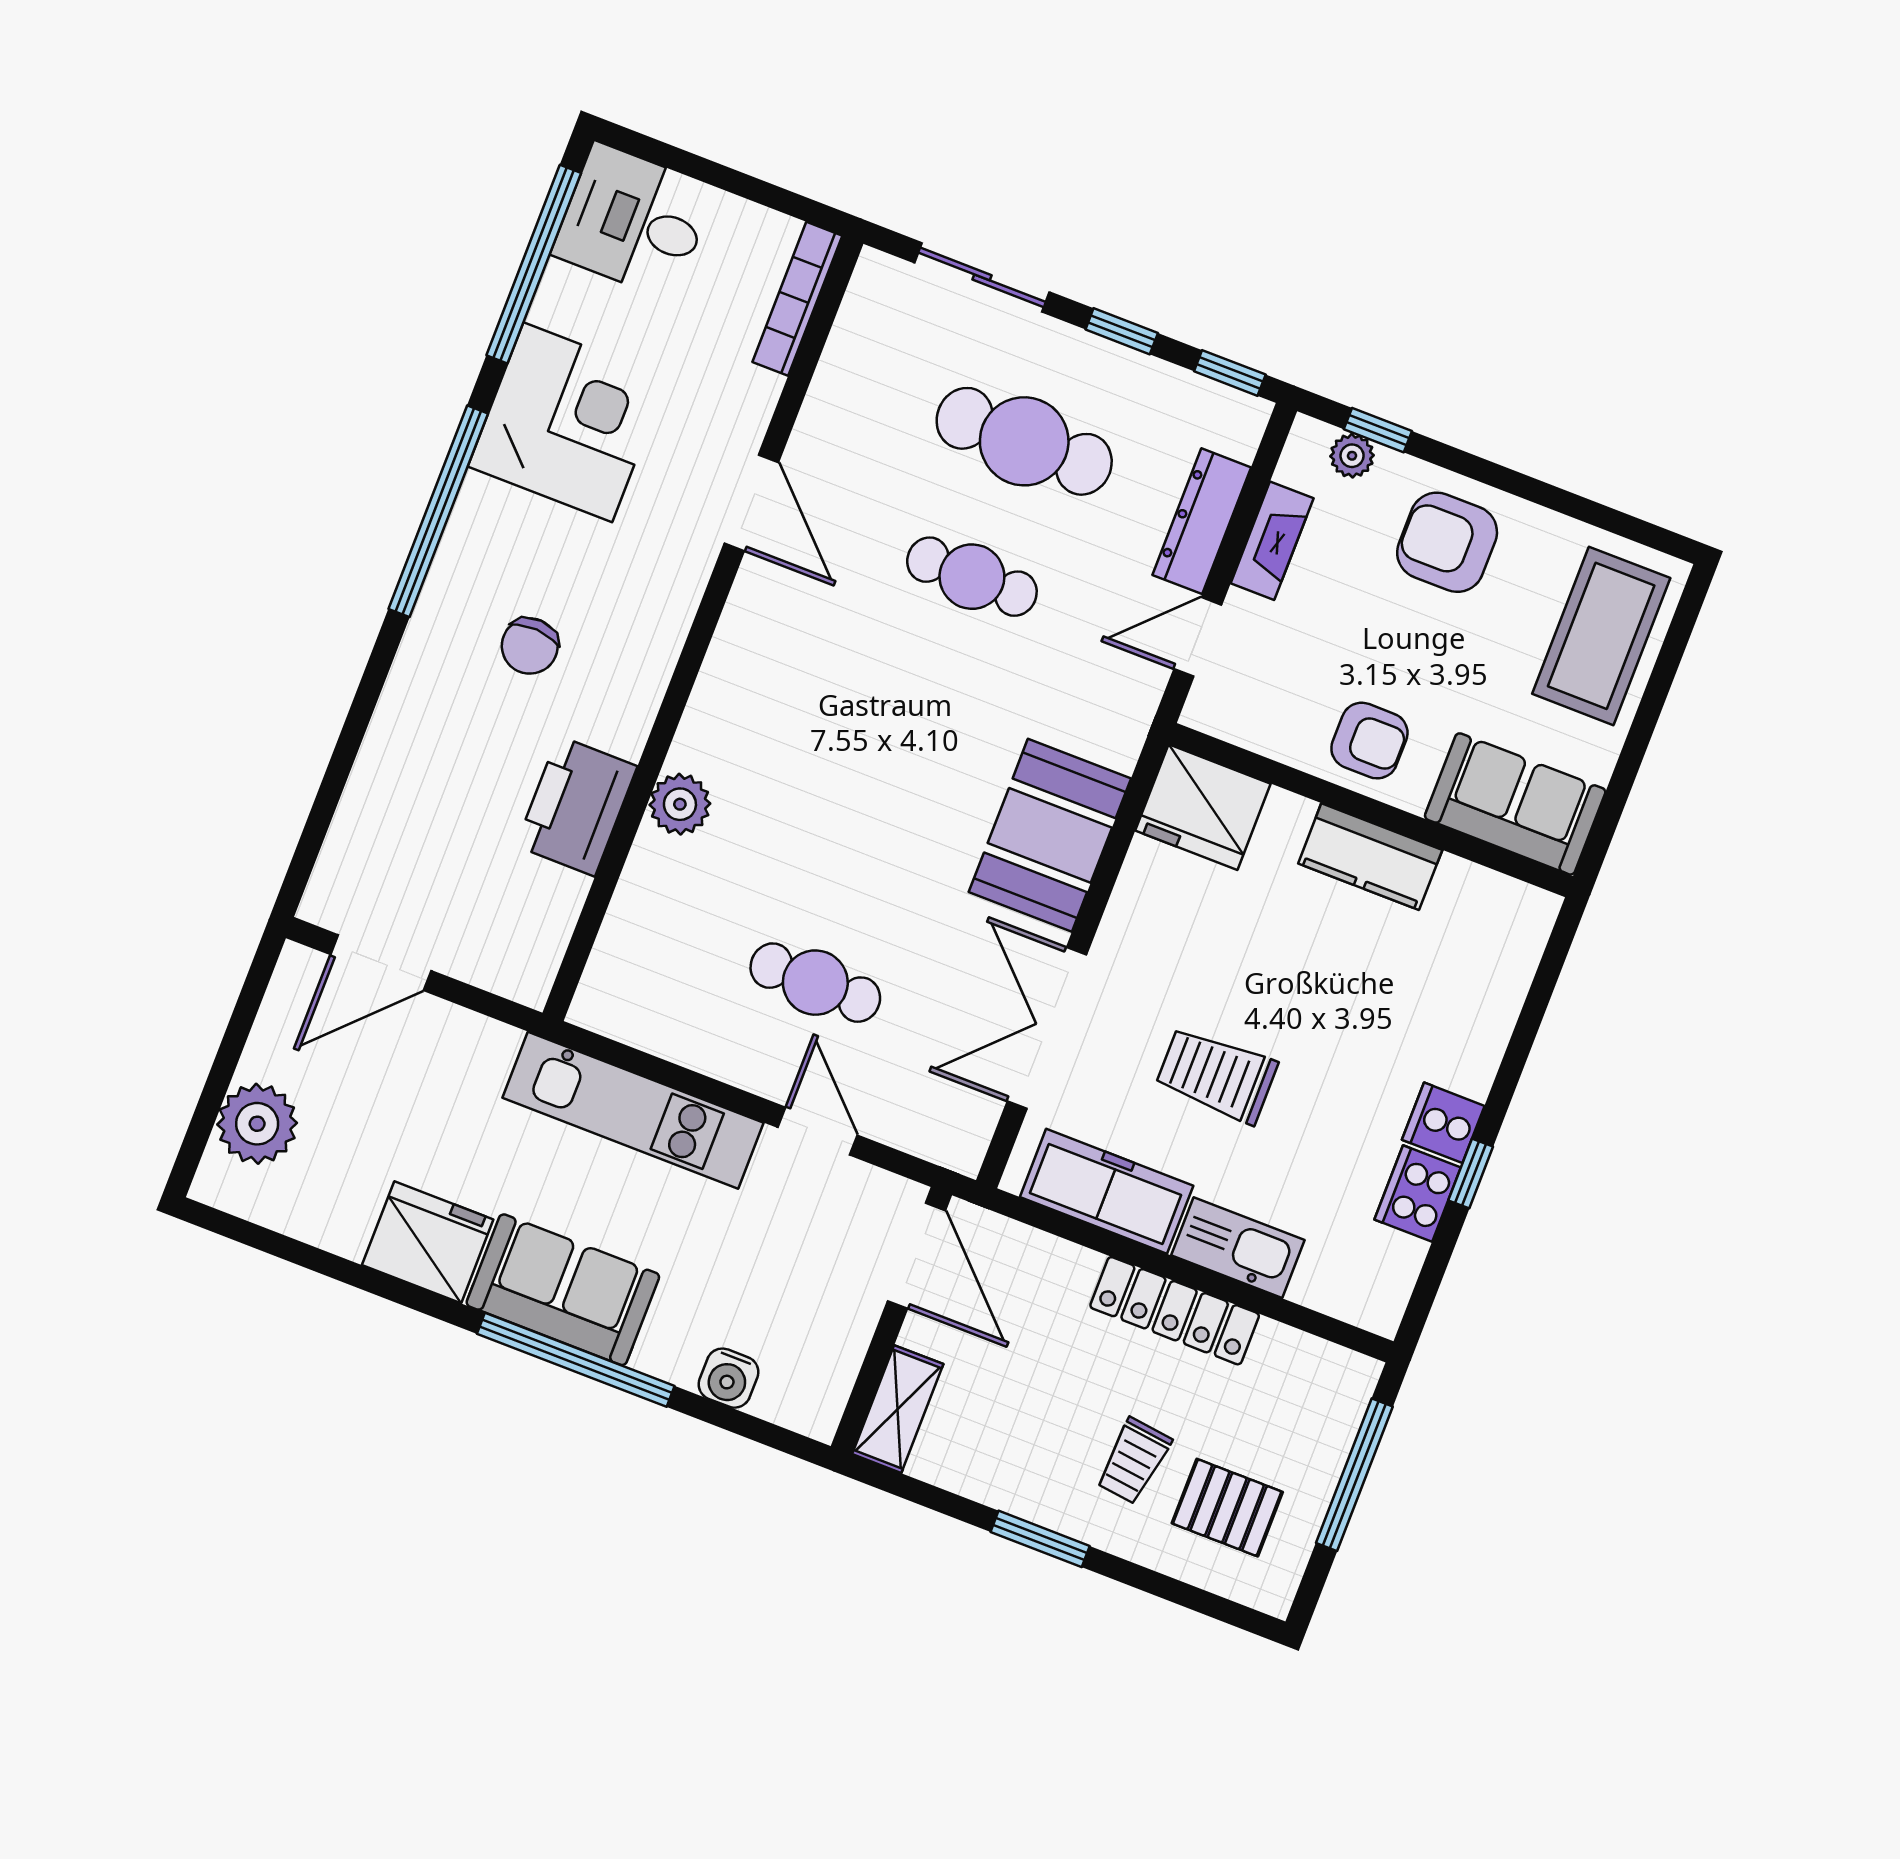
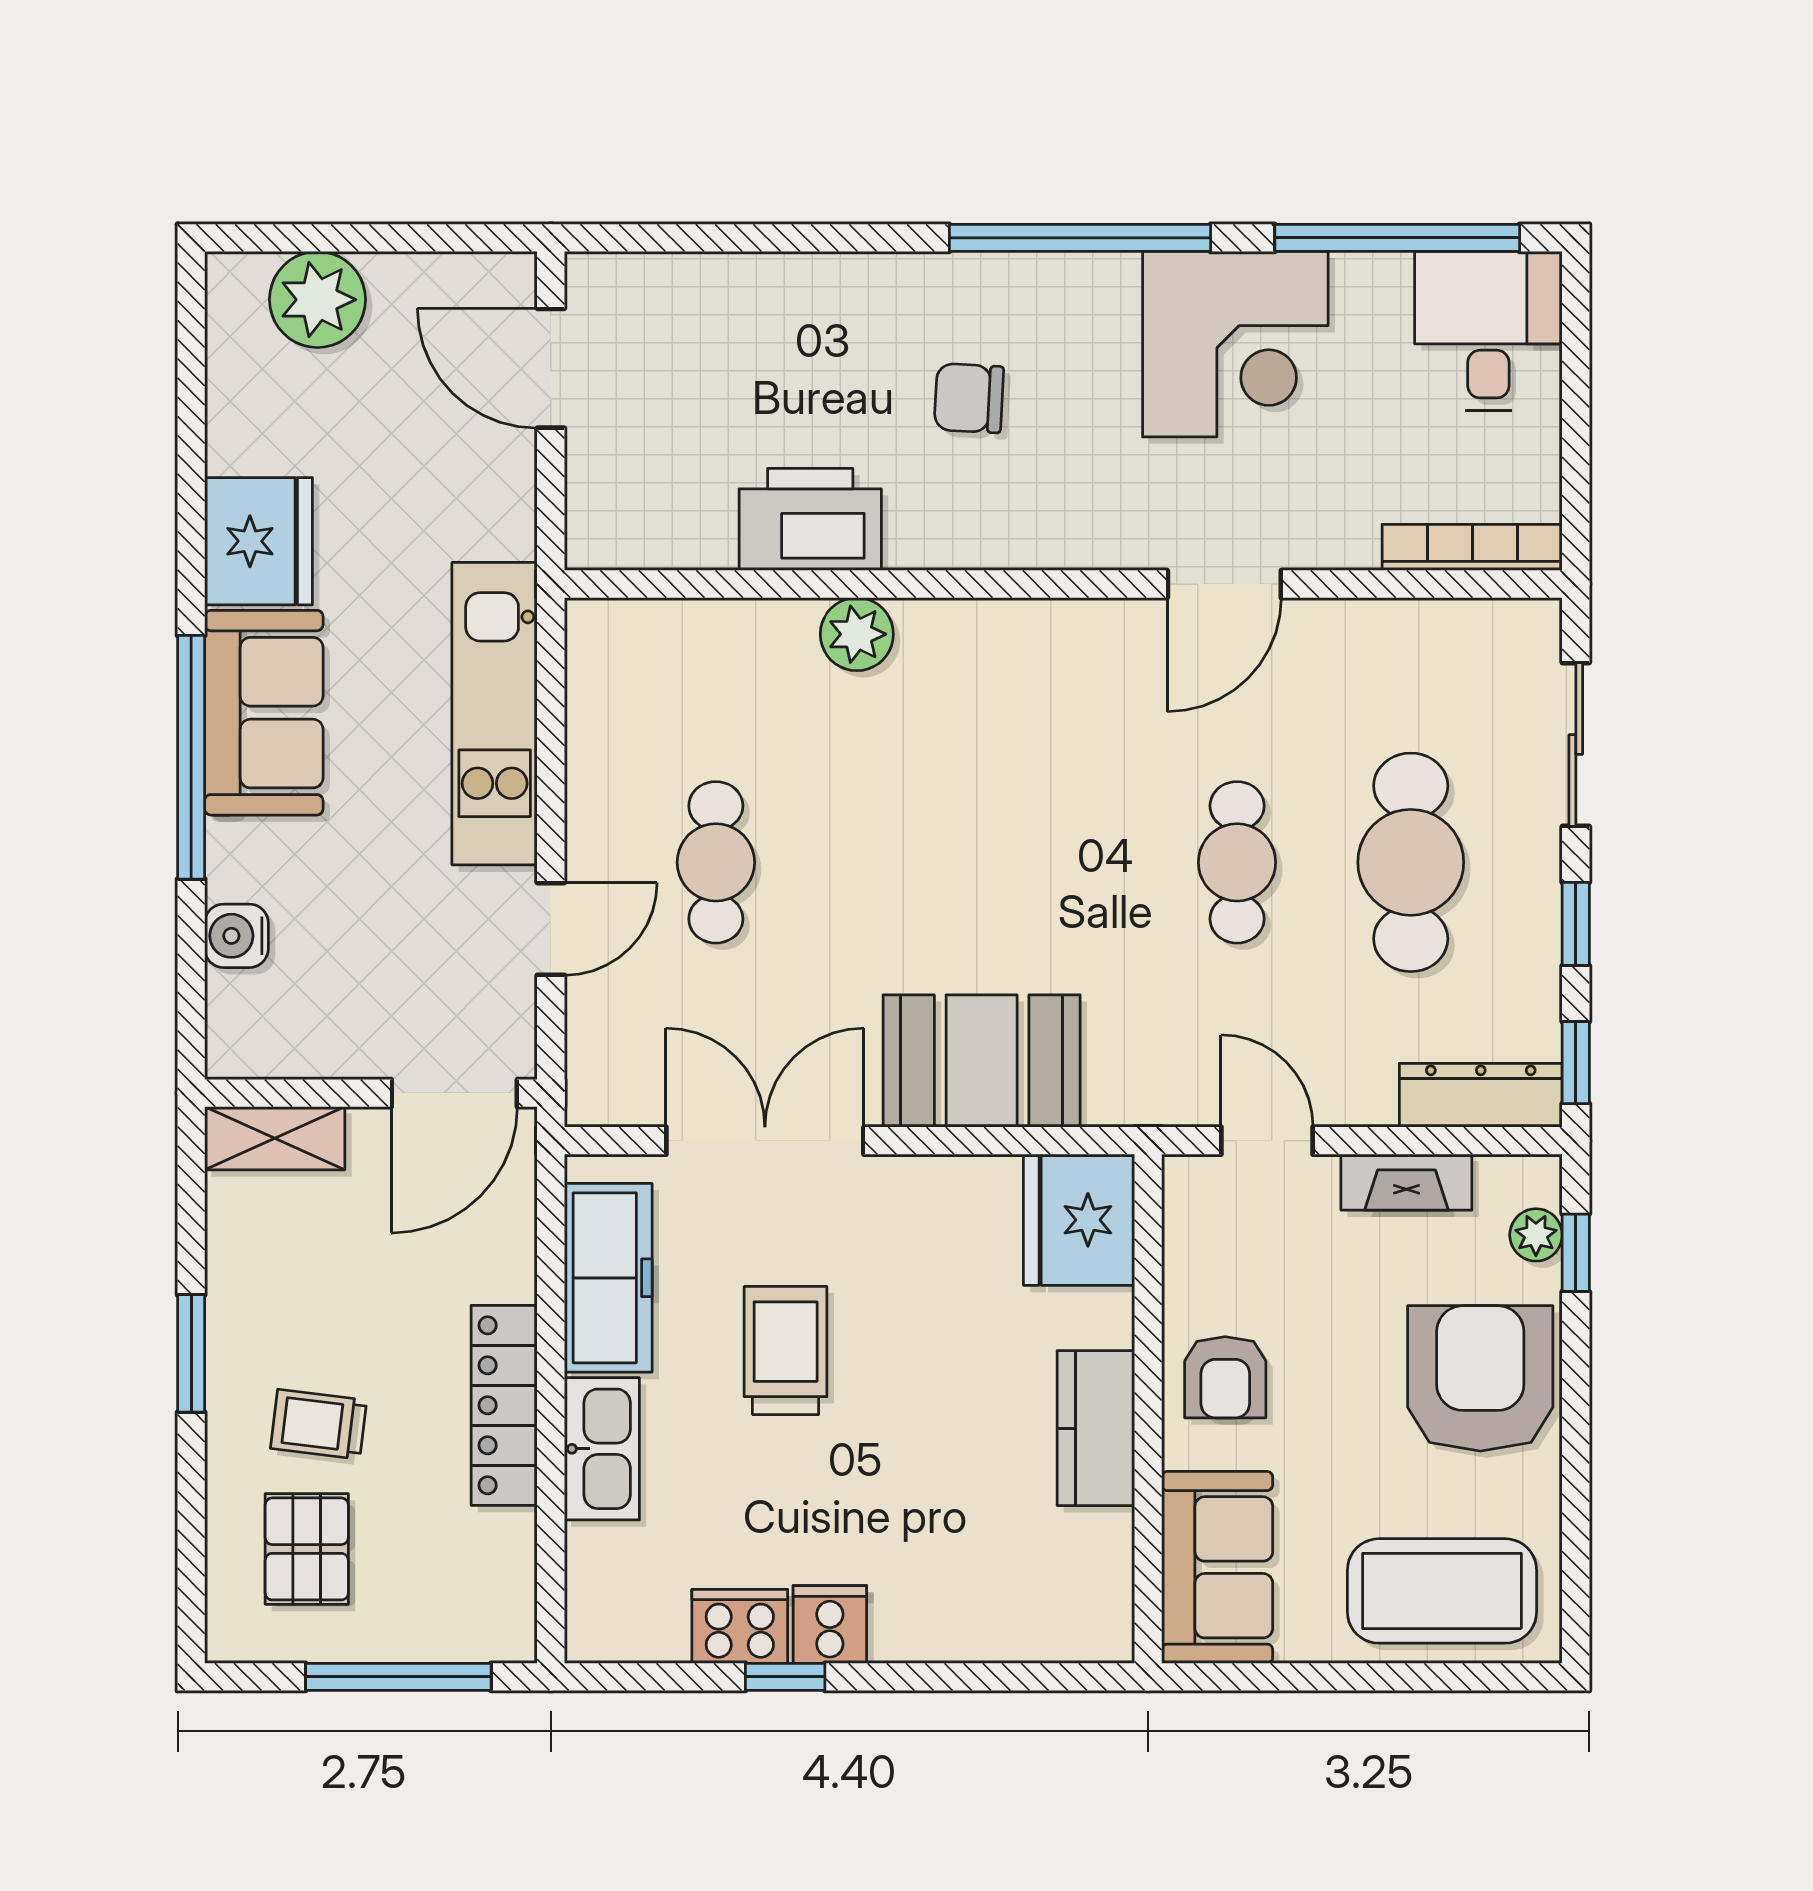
dresser: (1202, 521) -> (1481, 1095), moved
armchair: (1447, 542) -> (1480, 1378), width x1.36, depth x1.36

